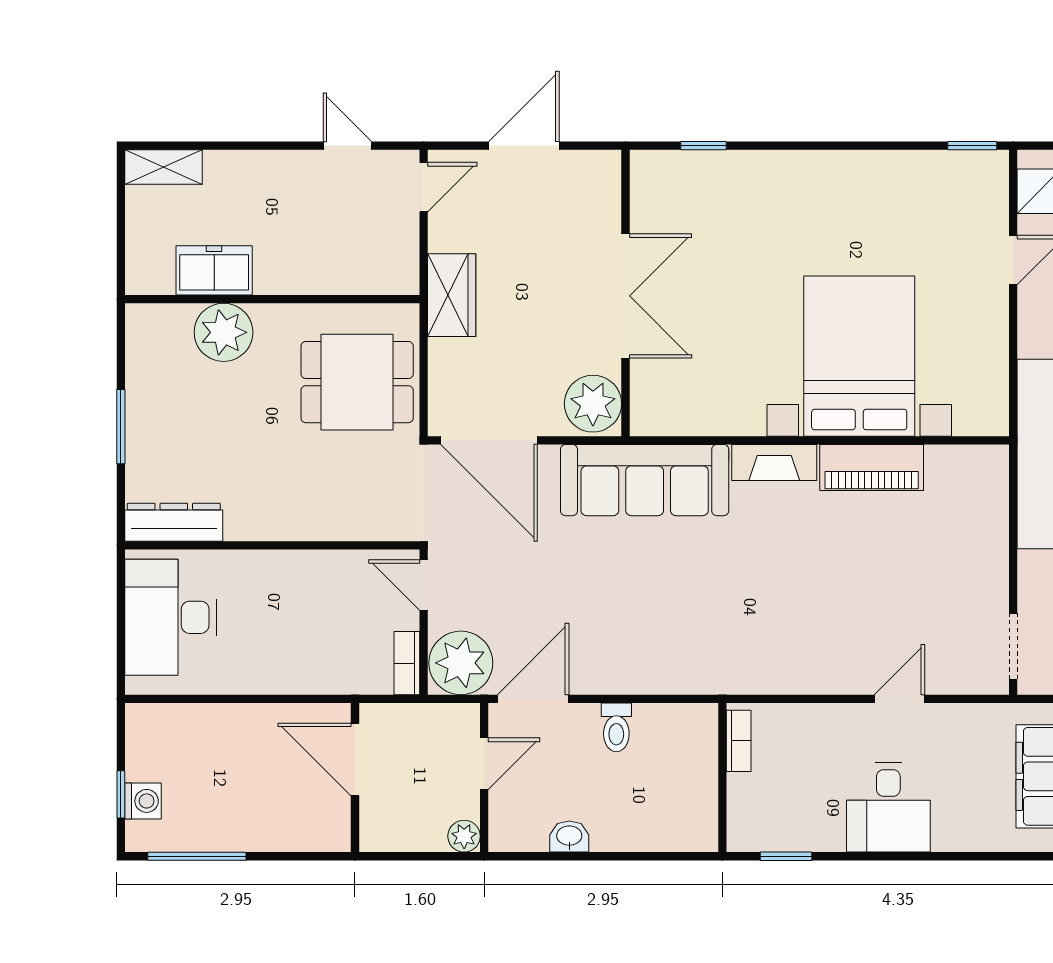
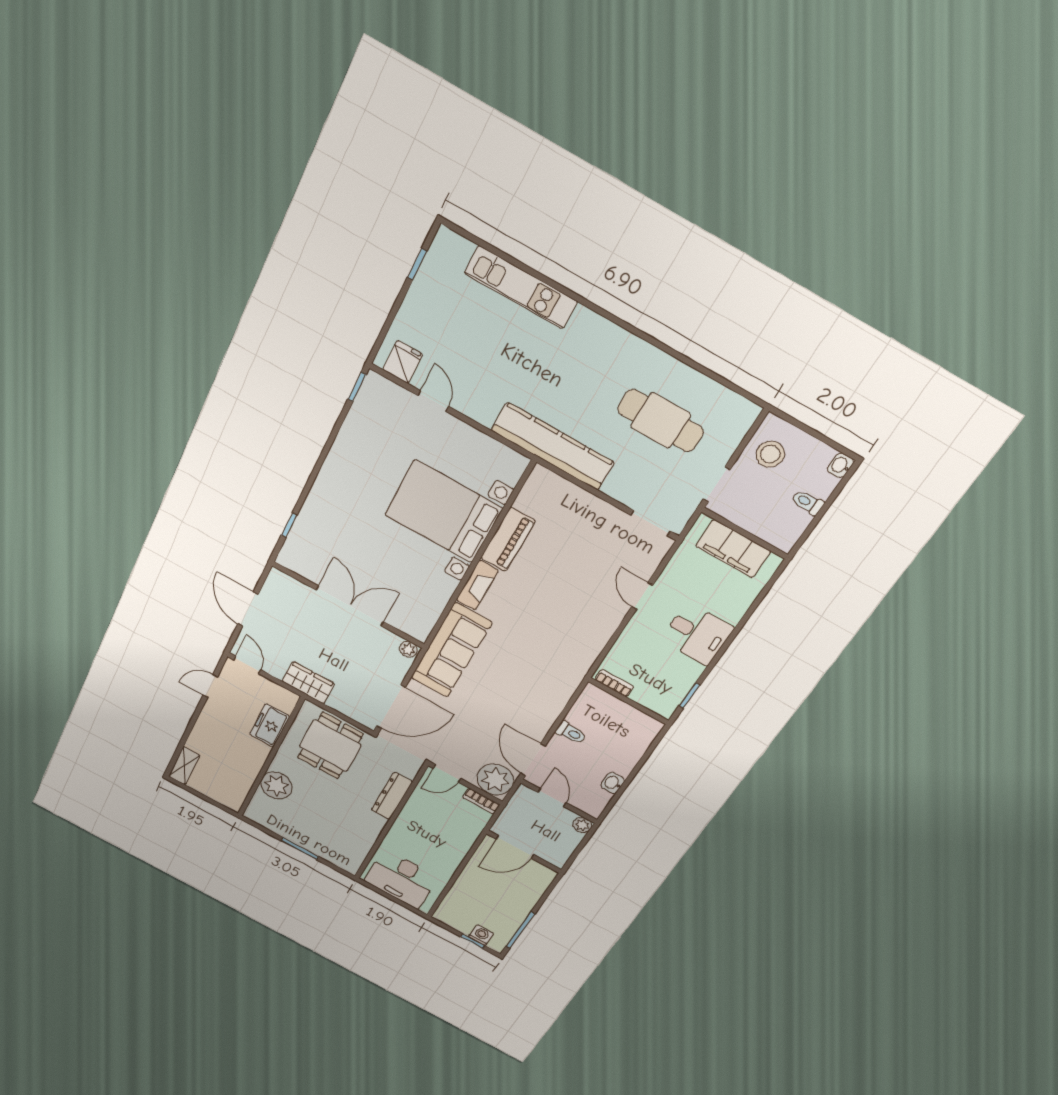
freezer: (214, 270) -> (269, 725), moved
plant: (593, 404) -> (408, 649), width x0.53, depth x0.53
dresser: (174, 522) -> (392, 796), moved

